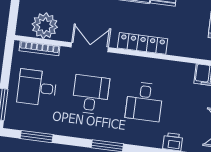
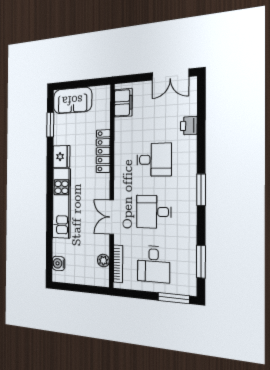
plant: (45, 26) -> (103, 261), width x0.53, depth x0.53
locker: (143, 43) -> (103, 151), moved

